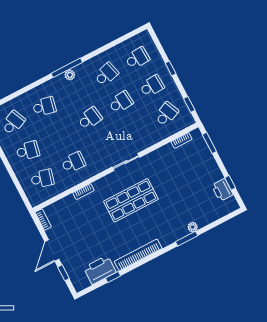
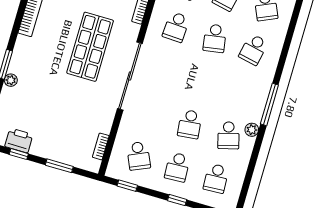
plant: (70, 75) -> (252, 130), moved
school desk: (90, 118) -> (215, 38), moved
window: (209, 143) -> (59, 166), moved
sliding door: (126, 162) -> (130, 76), width x1.86

